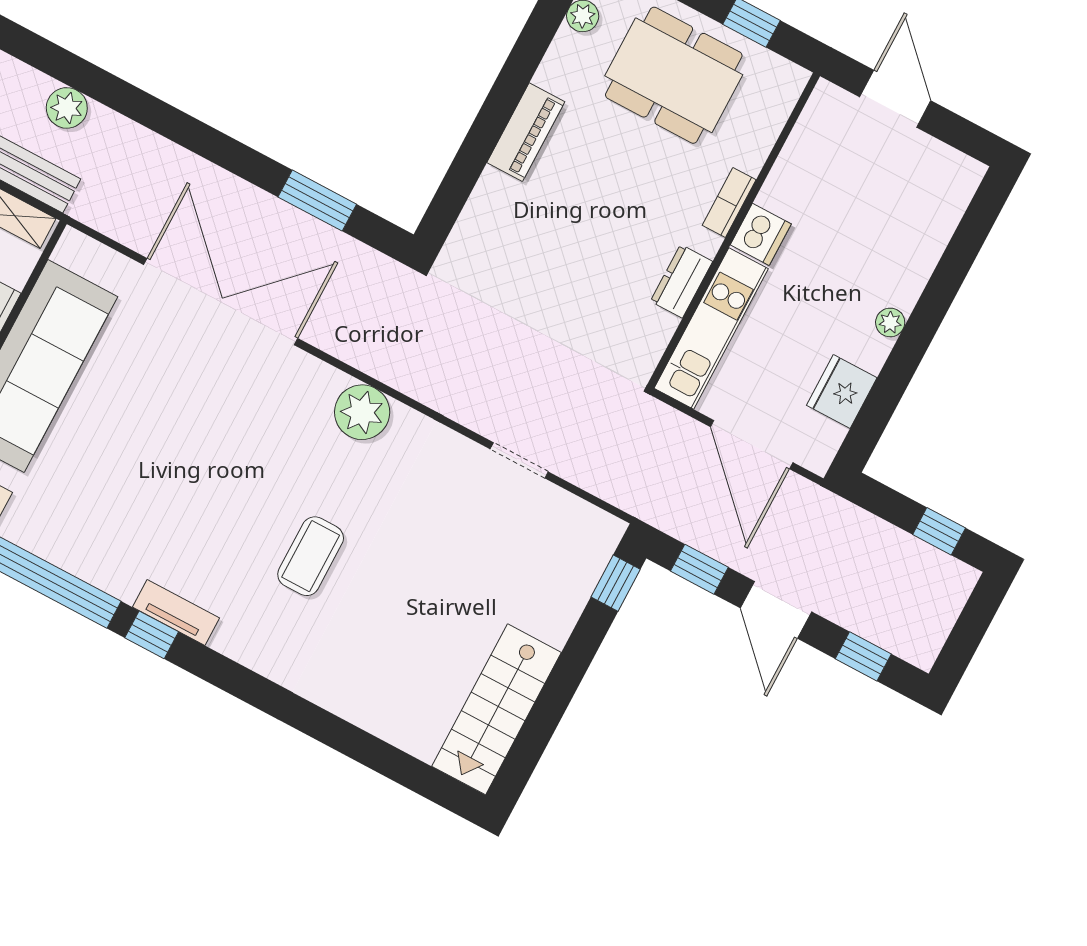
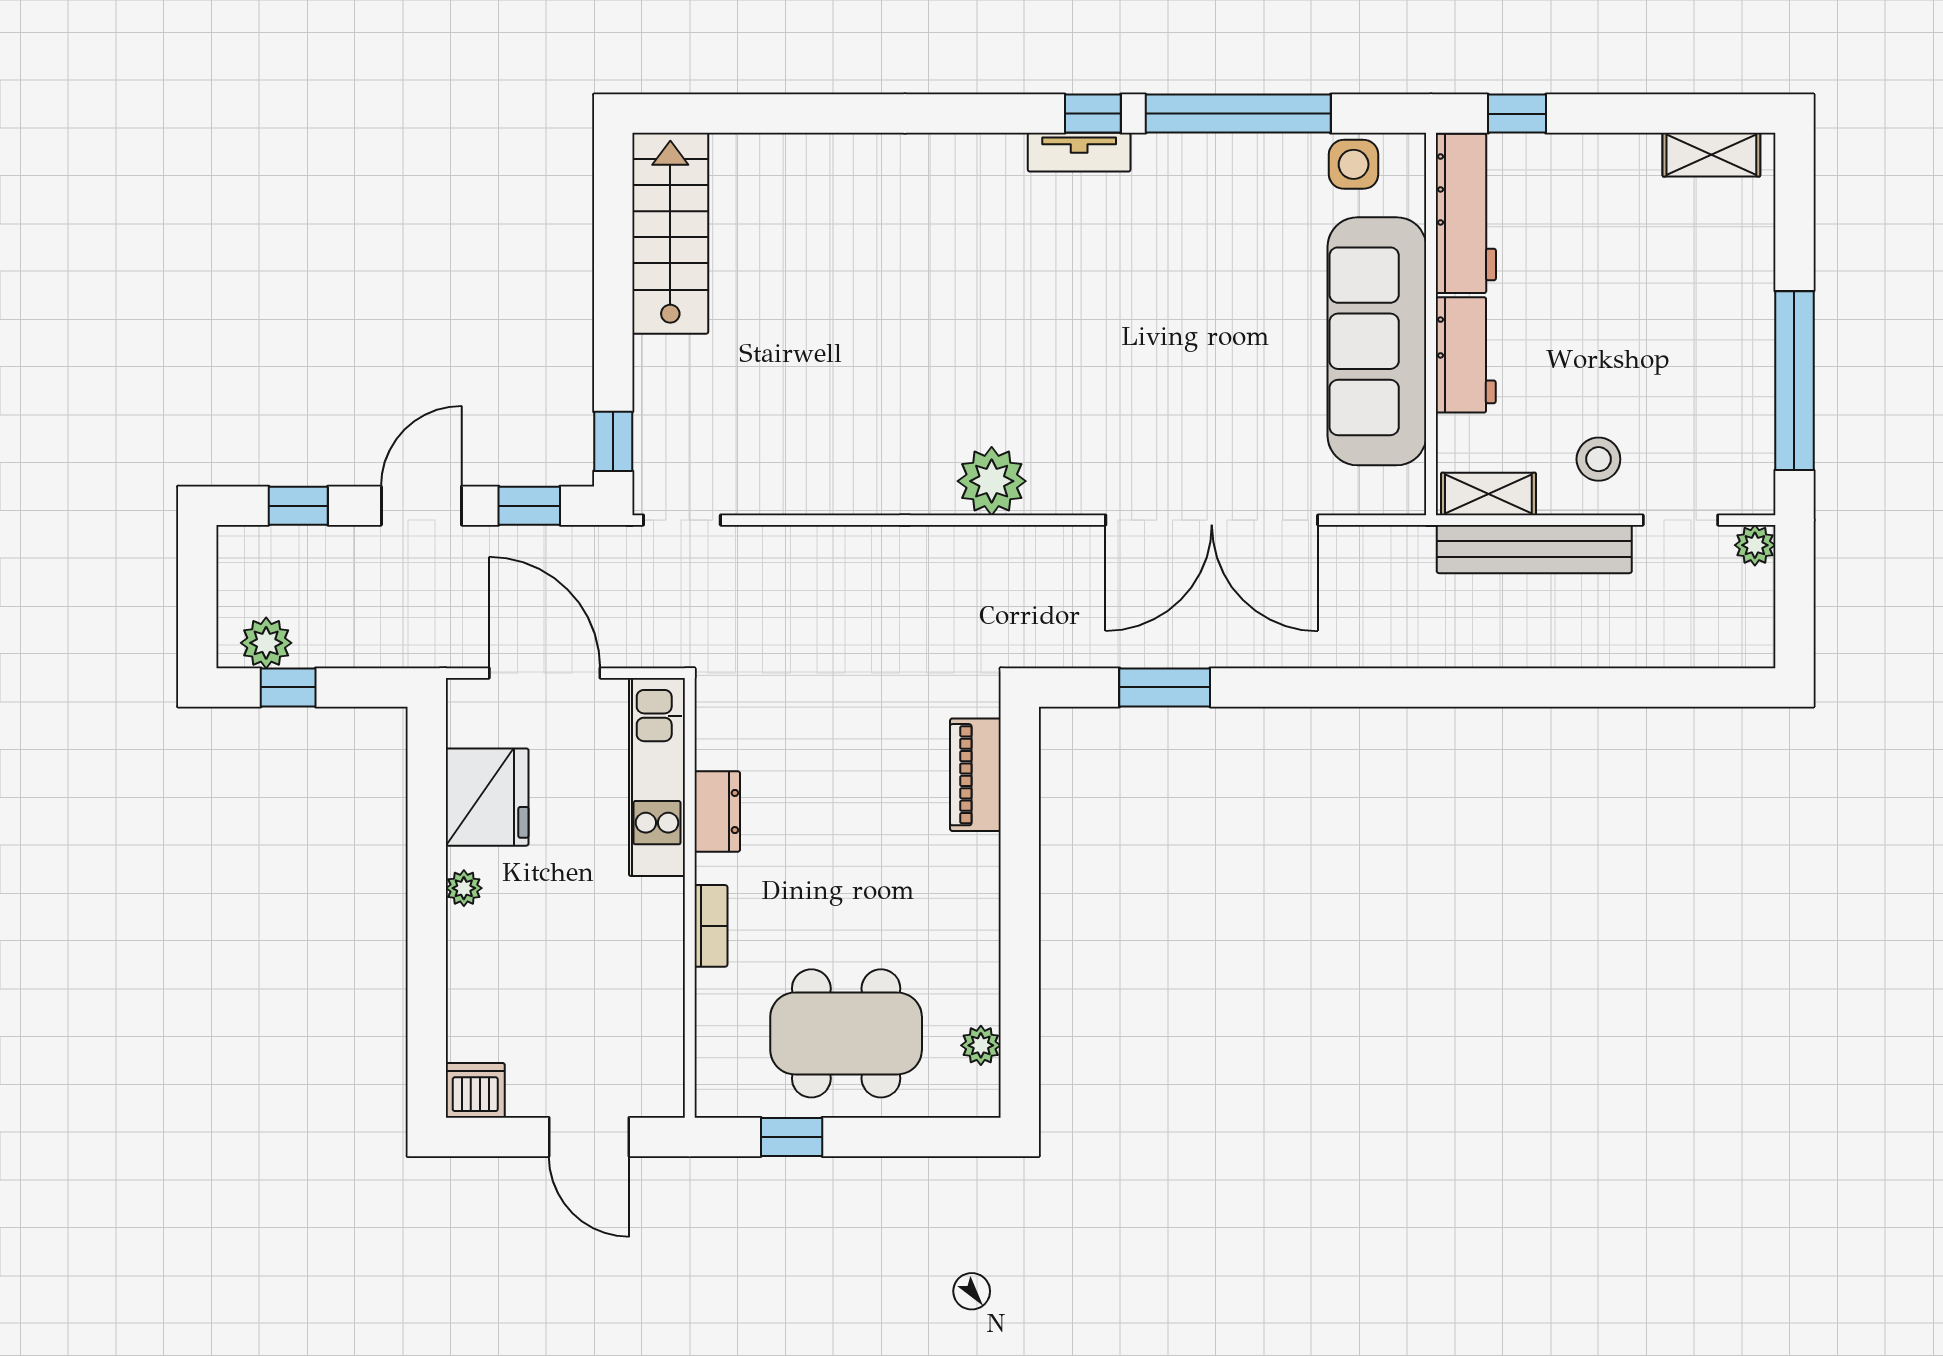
plant: (67, 108) -> (266, 643), moved
piano: (526, 132) -> (975, 775), moved
dishwasher: (761, 234) -> (475, 1090), moved, turned 90
fridge: (842, 392) -> (487, 797), width x1.36, depth x1.34
doorway: (519, 460) -> (682, 520), moved
coffee table: (311, 556) -> (964, 293), removed
door: (776, 610) -> (421, 506), hinge flipped

